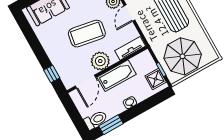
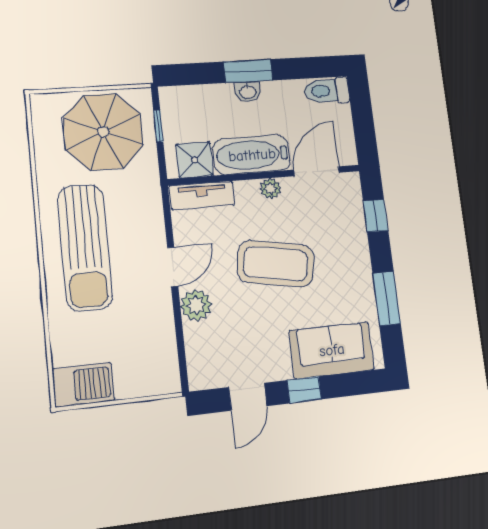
window: (33, 40) -> (387, 299), added
plant: (100, 61) -> (271, 188), width x0.53, depth x0.53
shower: (156, 79) -> (195, 160), moved
window: (111, 125) -> (248, 71), moved

